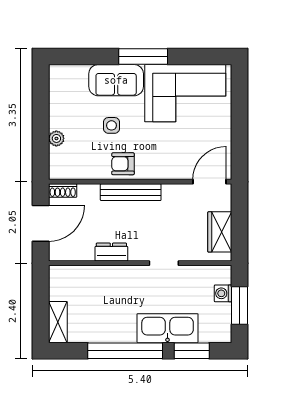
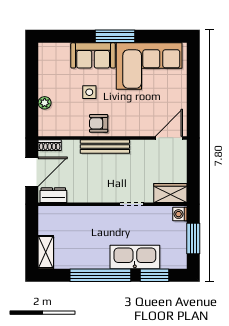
wardrobe: (220, 232) -> (170, 193), moved, turned 90
dresser: (111, 252) -> (53, 195), moved
washing machine: (223, 293) -> (180, 214), moved

